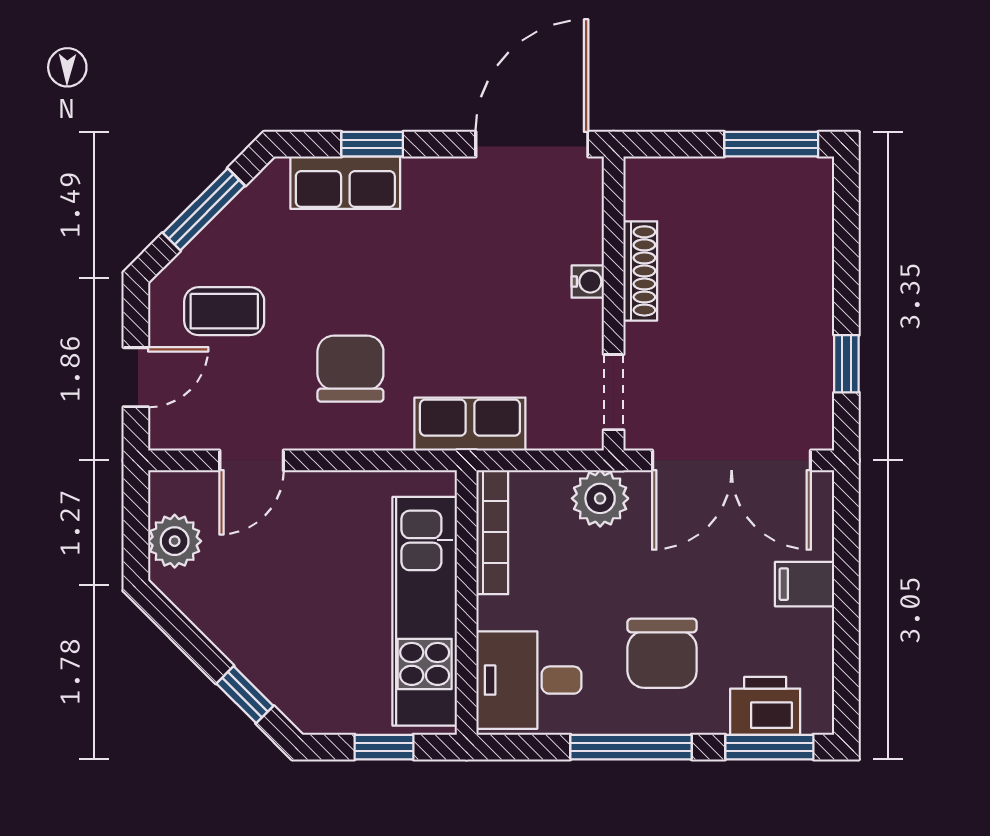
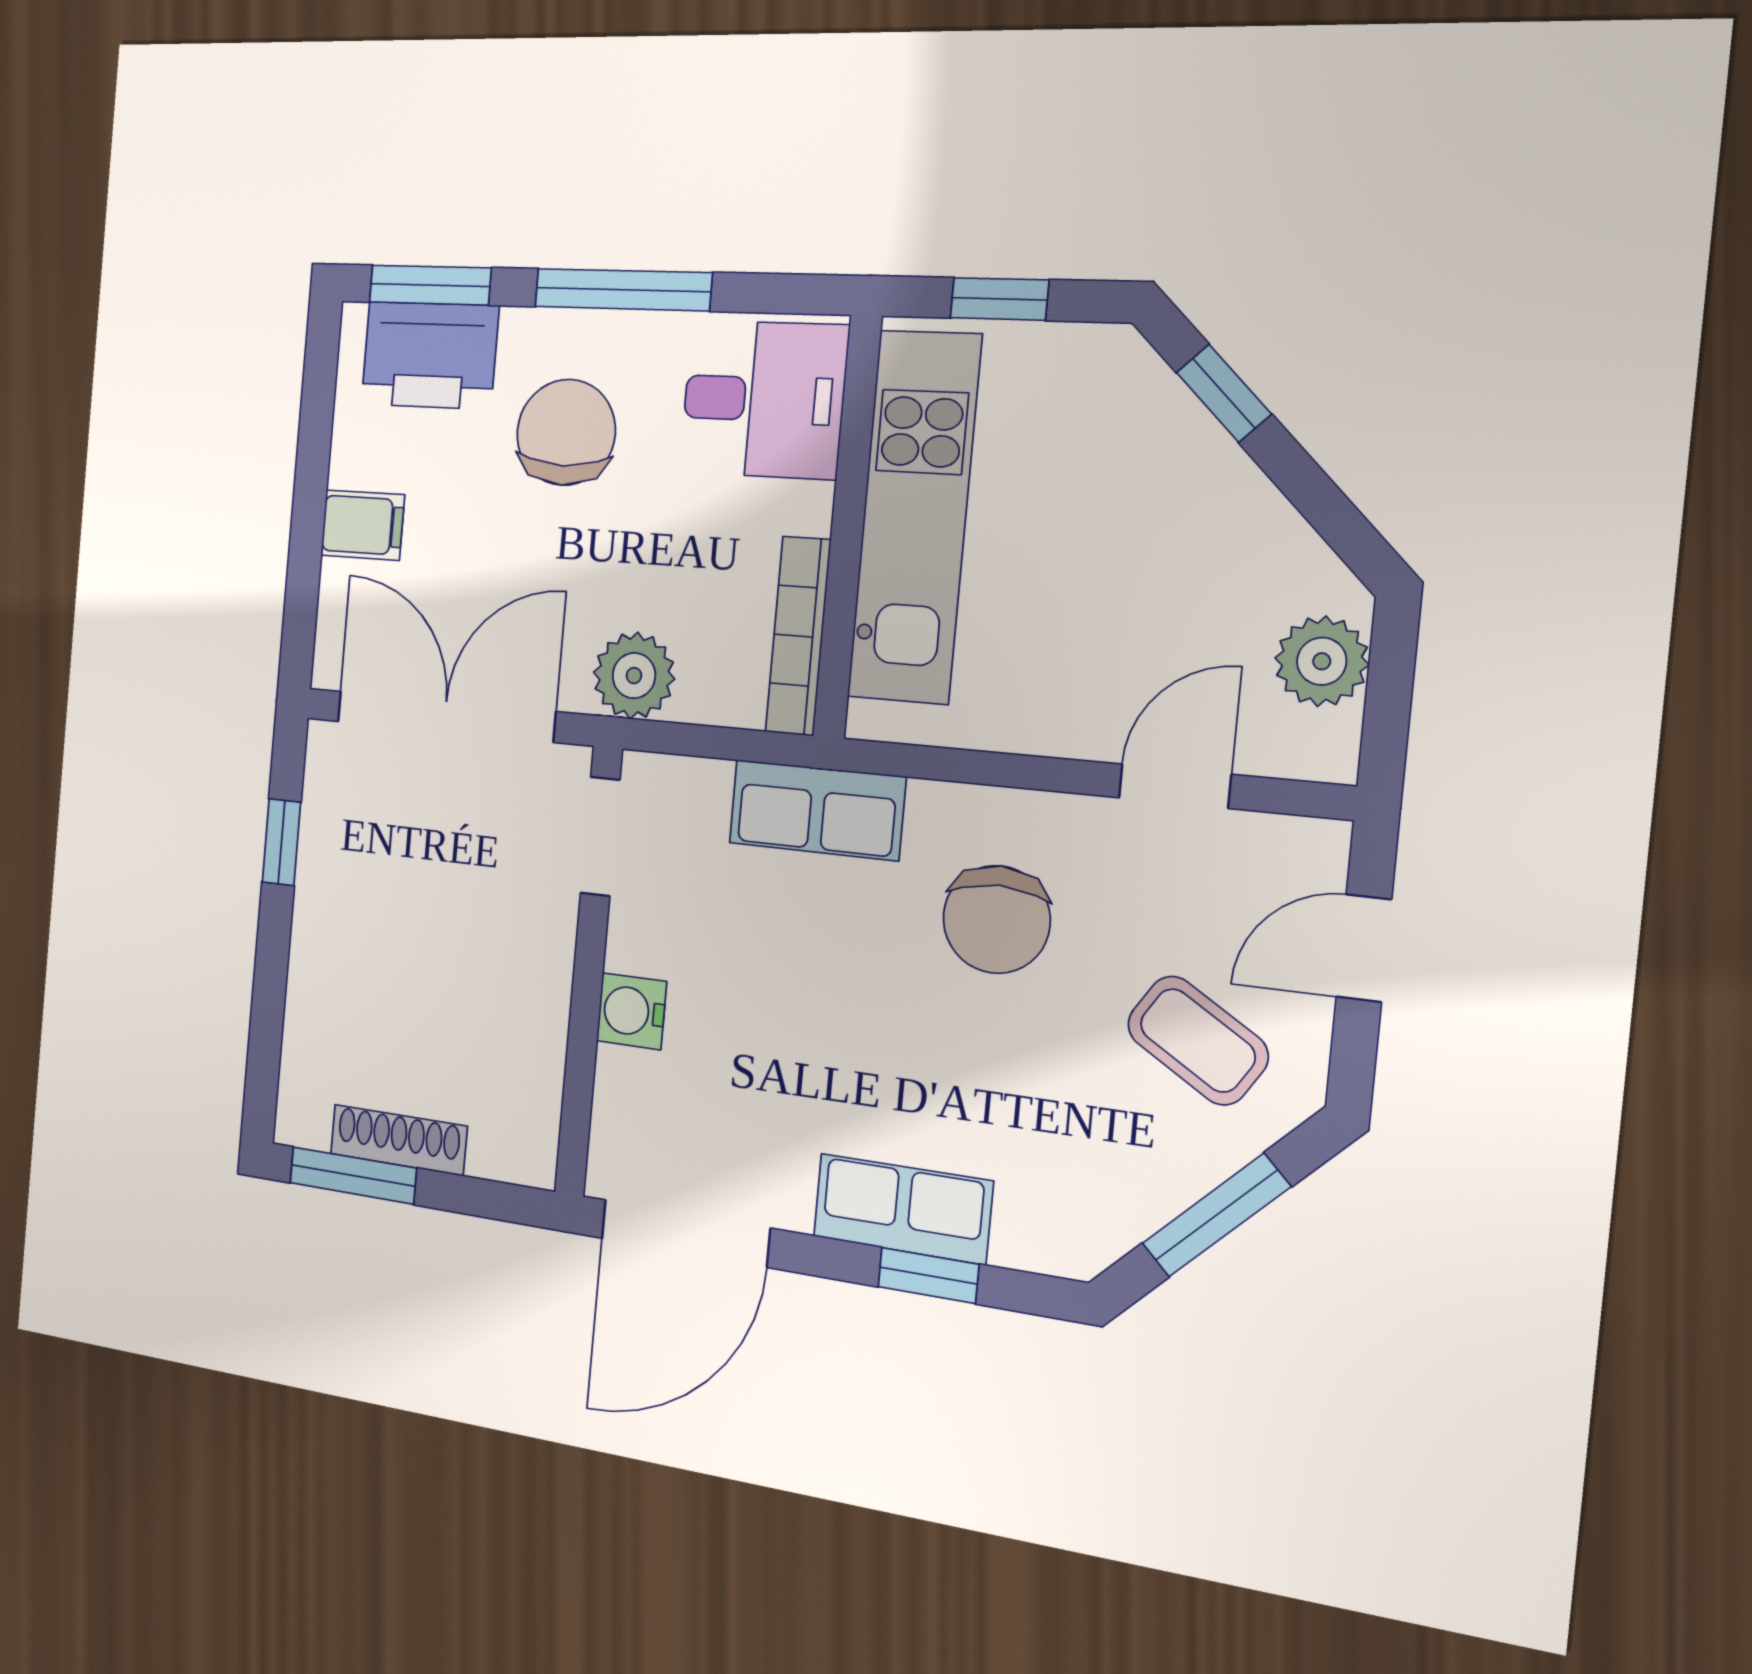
row of seats: (345, 183) -> (903, 1209), moved
shoe rack: (640, 271) -> (398, 1140), moved, turned 90
water cooler: (588, 282) -> (632, 1011), width x1.38, depth x1.38
coffee table: (224, 311) -> (1198, 1040), turned 32
printer: (765, 706) -> (430, 355), width x1.37, depth x1.19

